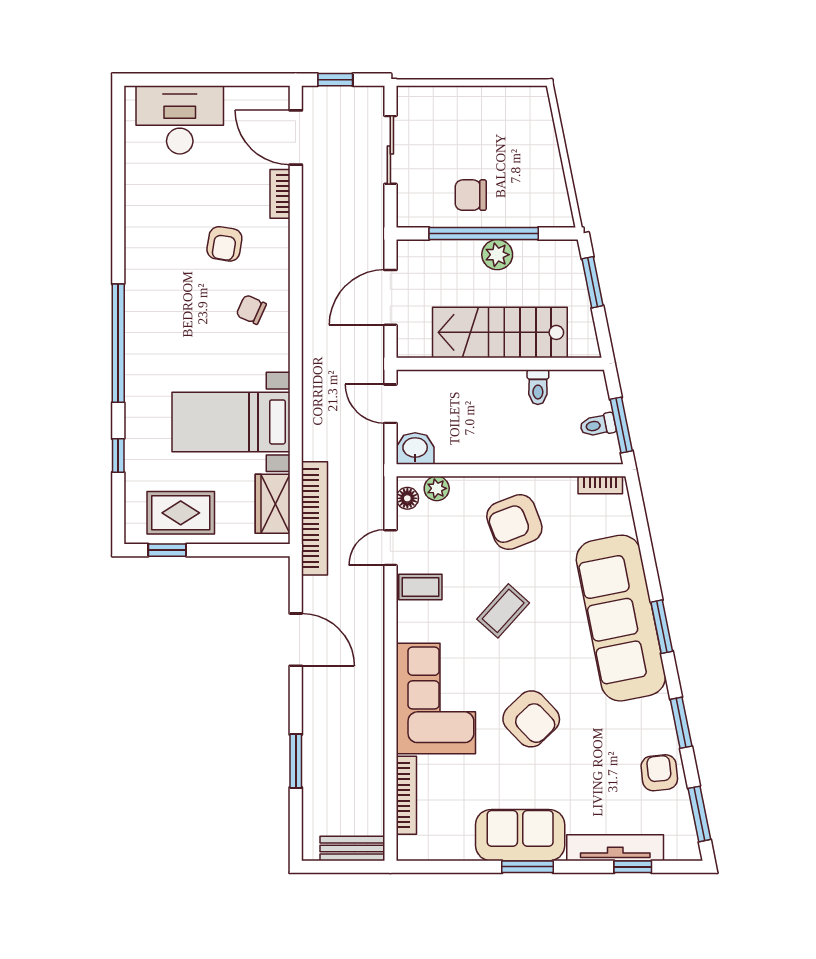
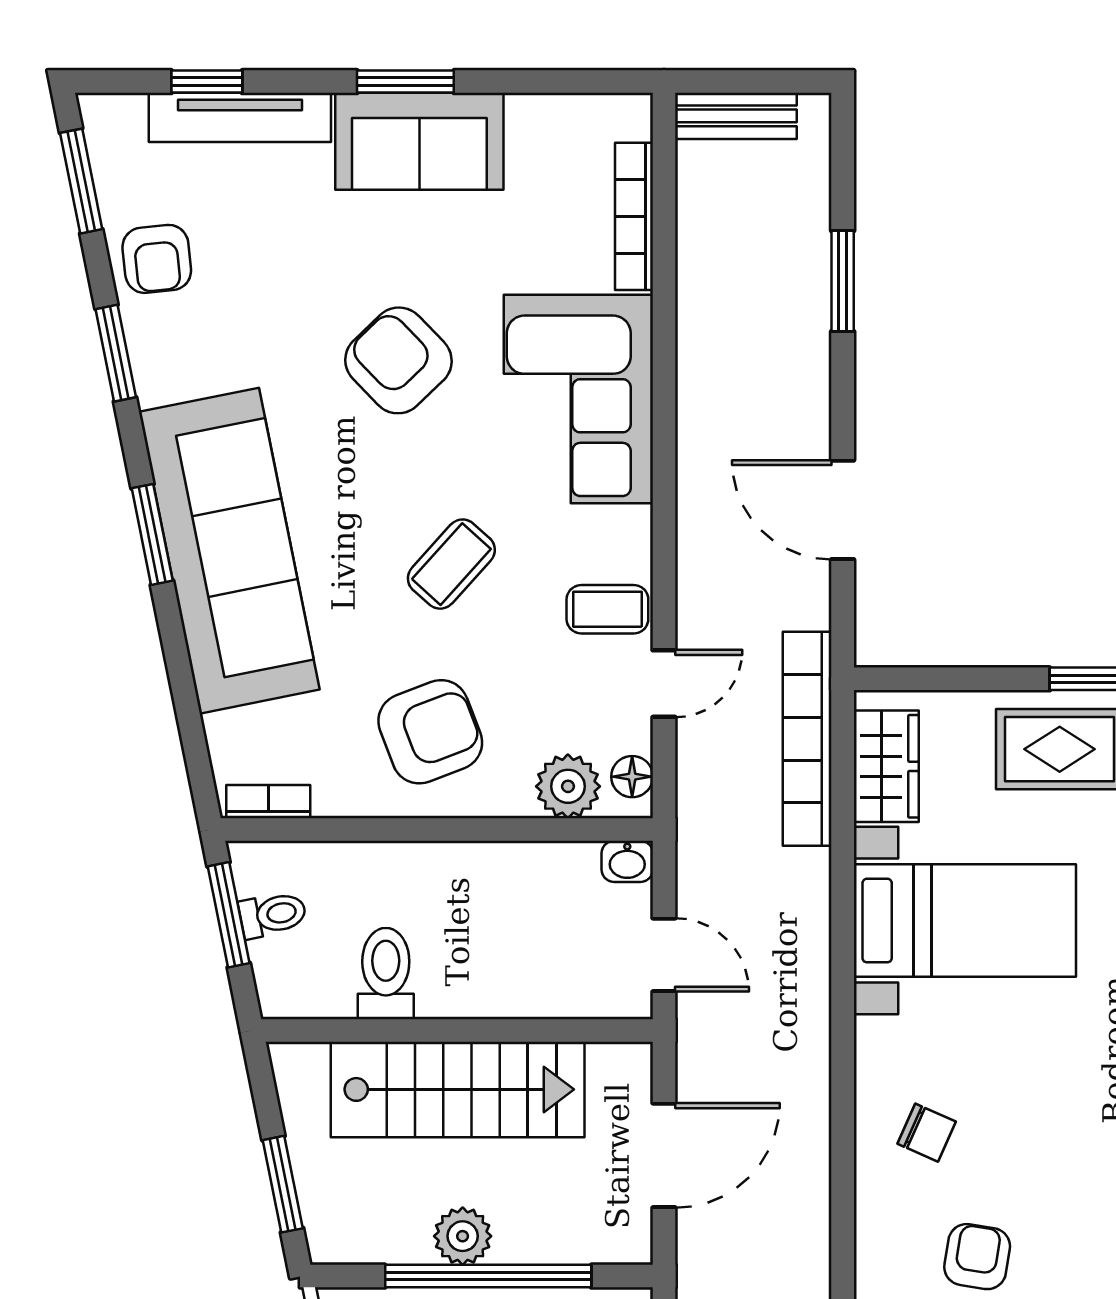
toilet: (538, 387) -> (386, 974), width x1.37, depth x1.39
washbasin: (415, 448) -> (627, 861), width x0.72, depth x0.69
plant: (437, 488) -> (568, 786), width x1.38, depth x1.38

